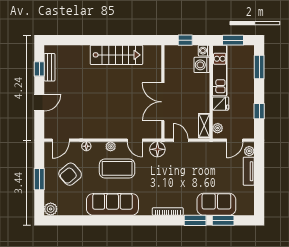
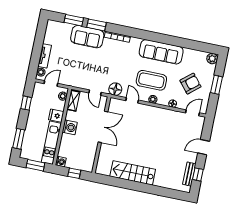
washing machine: (202, 65) -> (70, 127), moved
sofa: (216, 204) -> (87, 37), moved

